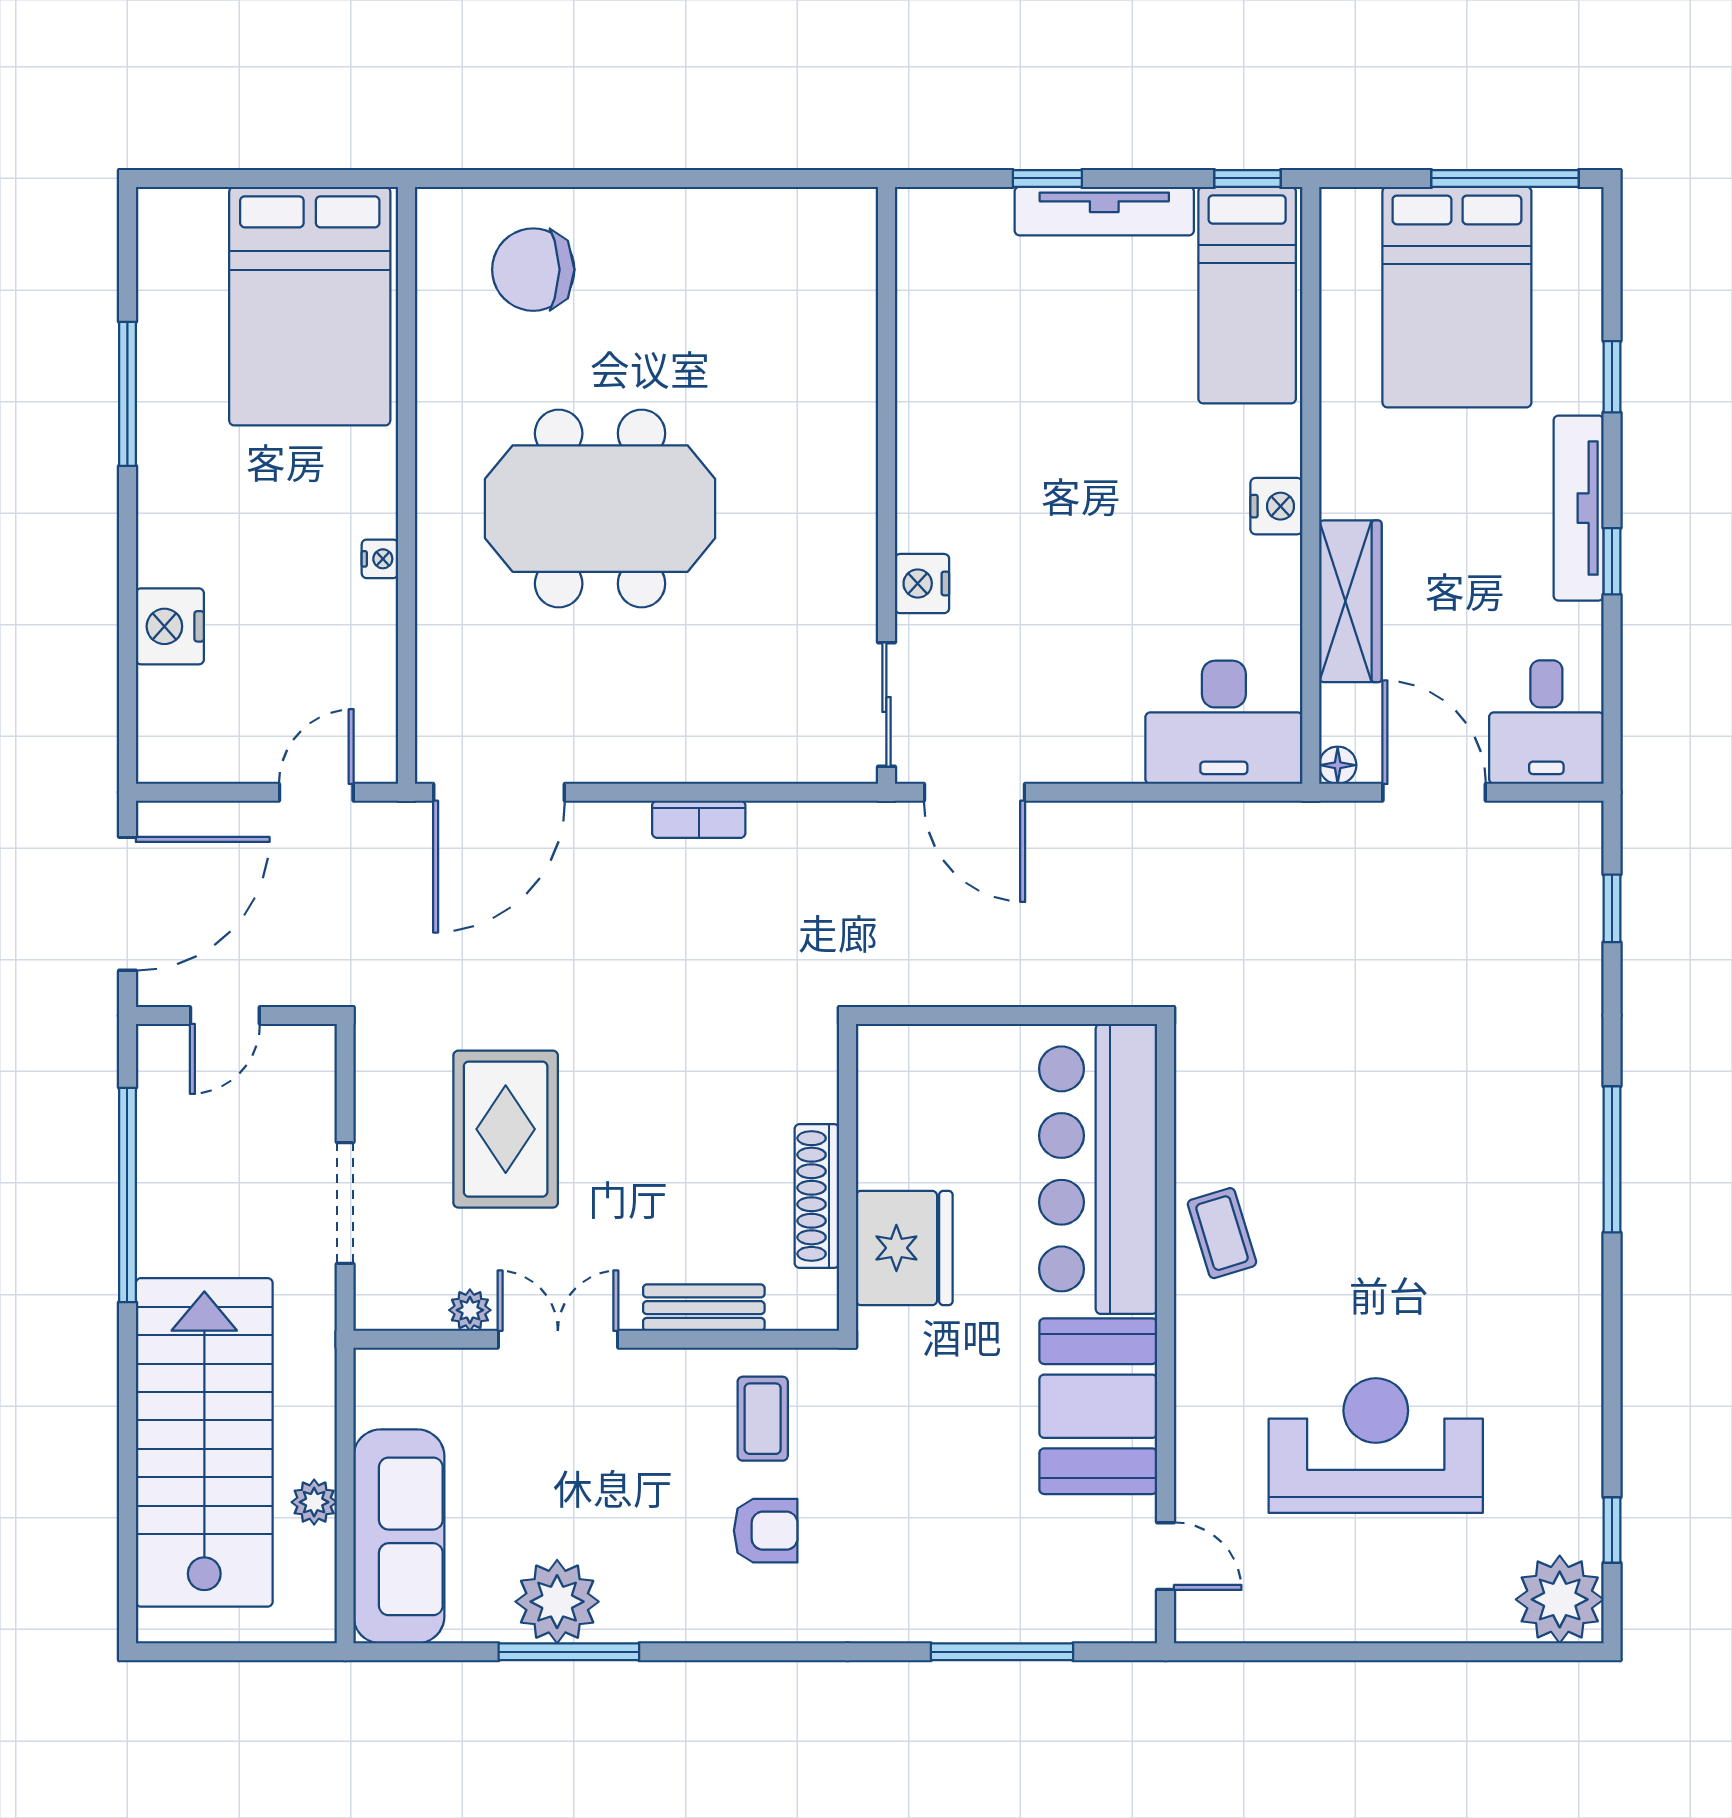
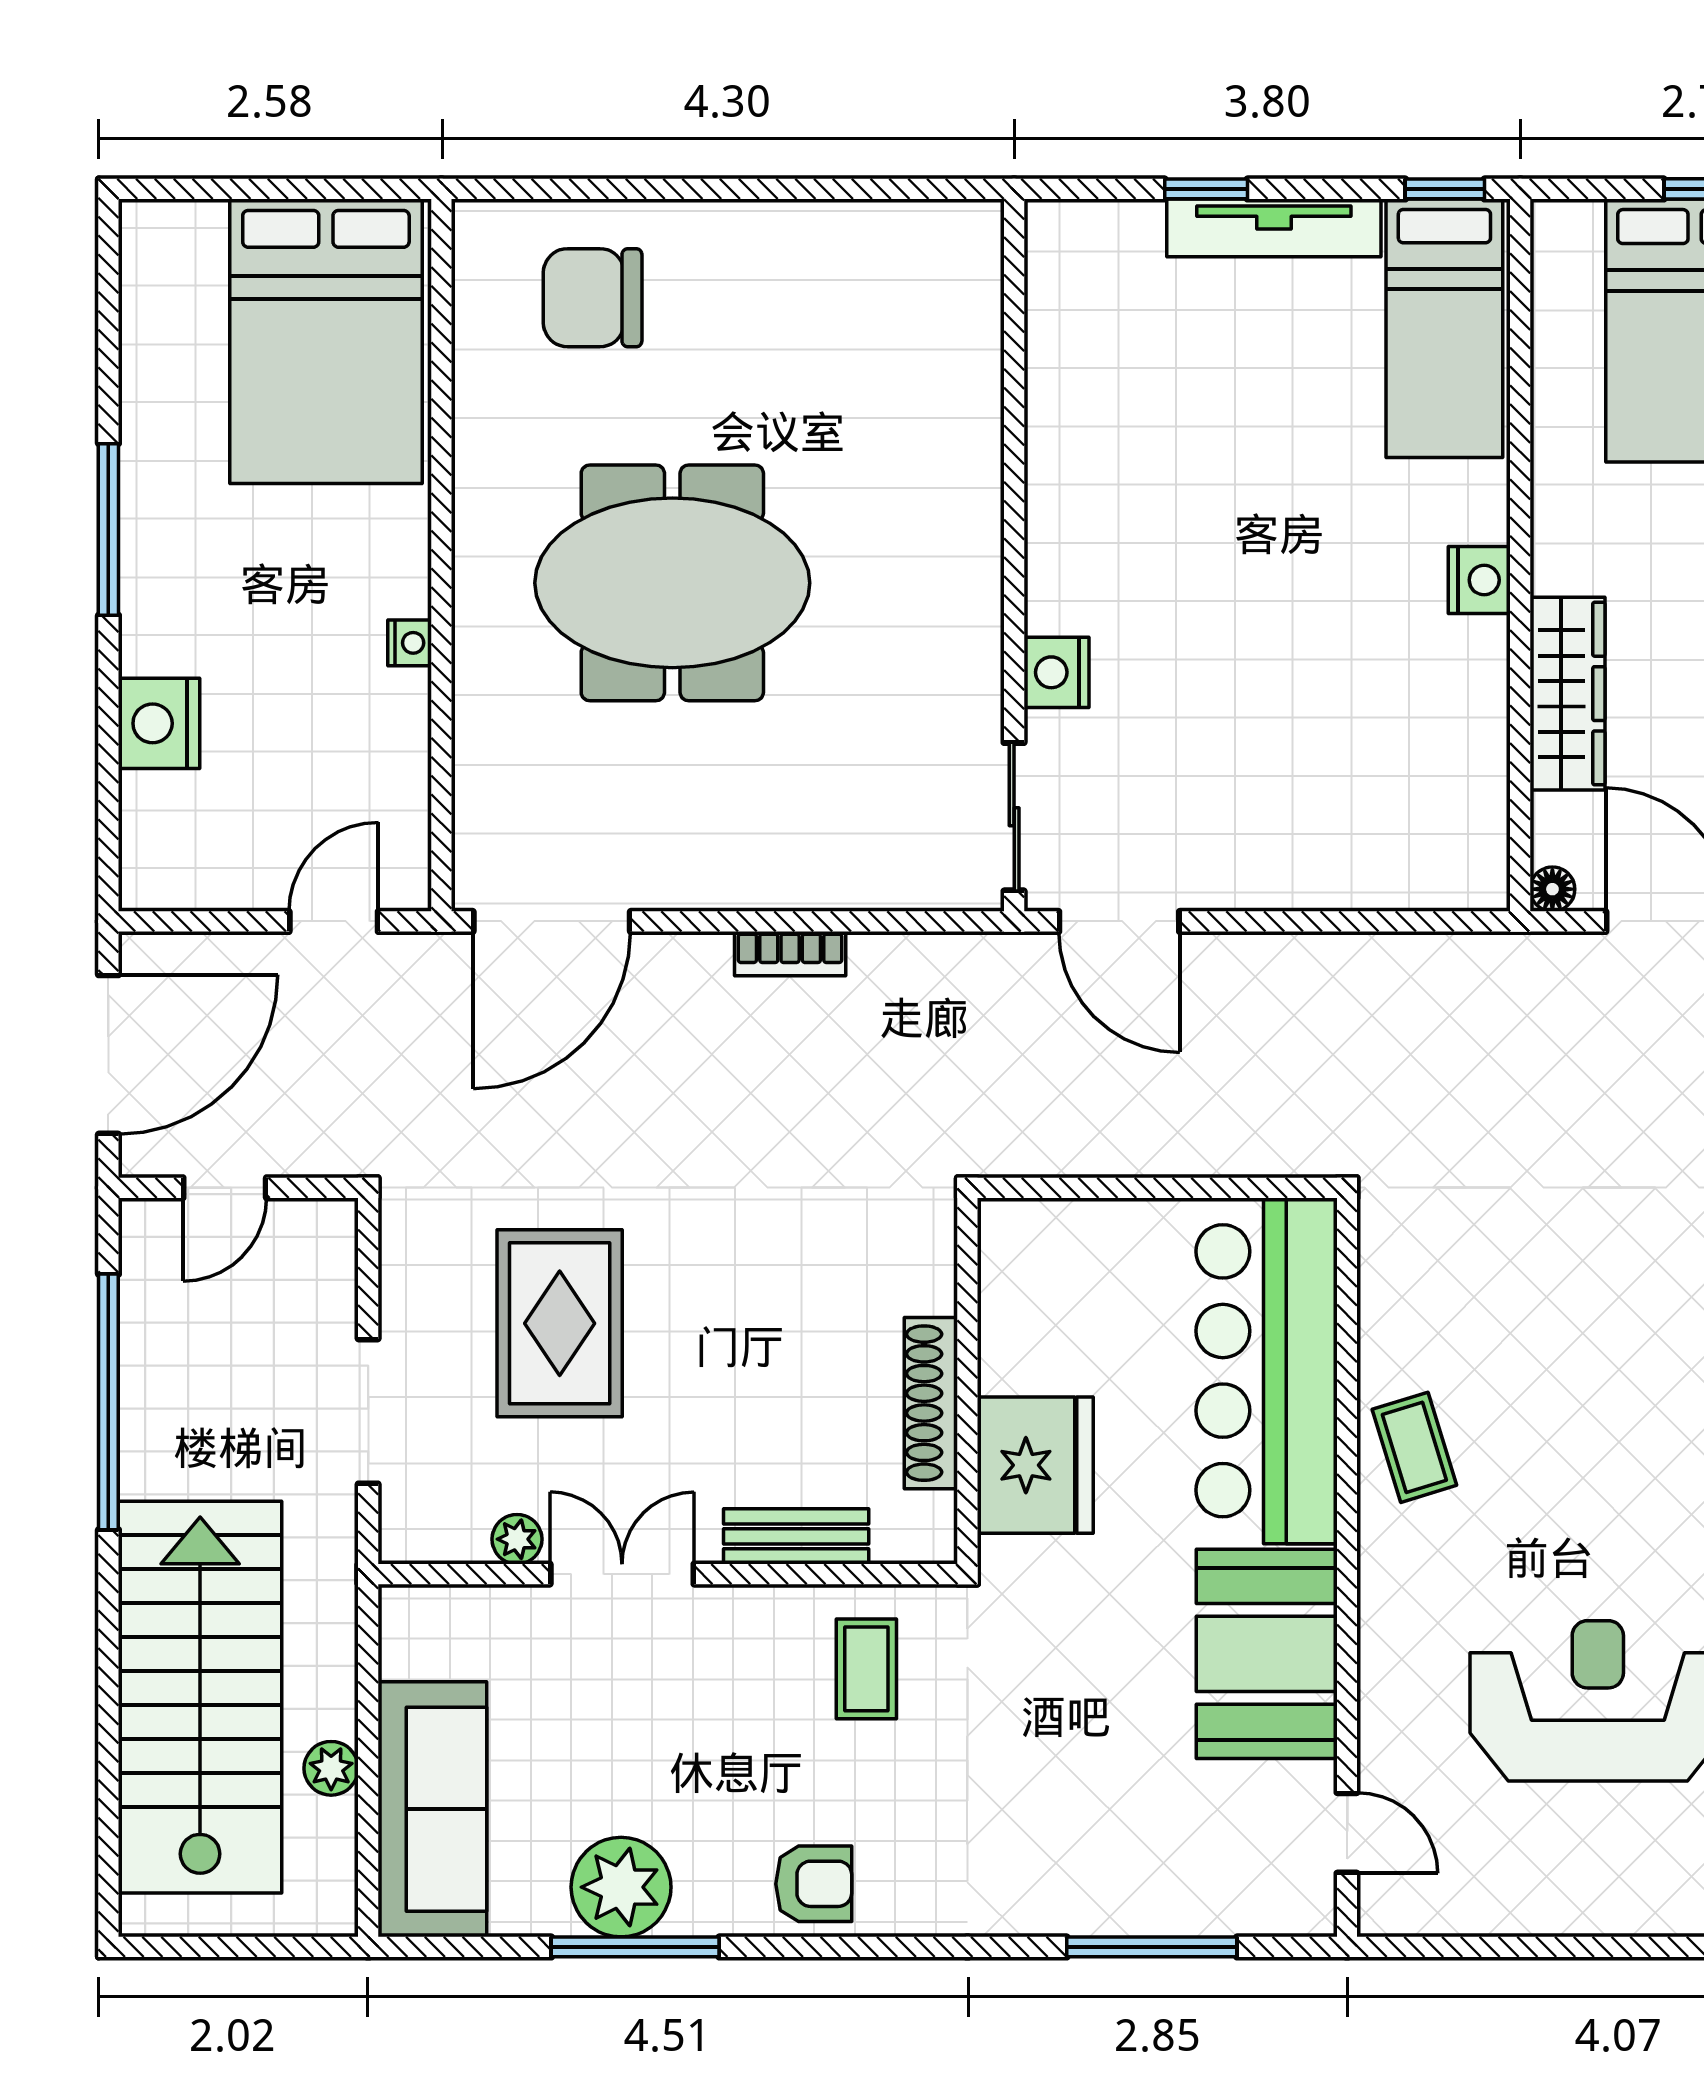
window: (127, 394) -> (108, 529), moved
desk: (1224, 722) -> (1417, 838), removed
armchair: (766, 1531) -> (814, 1884), moved

